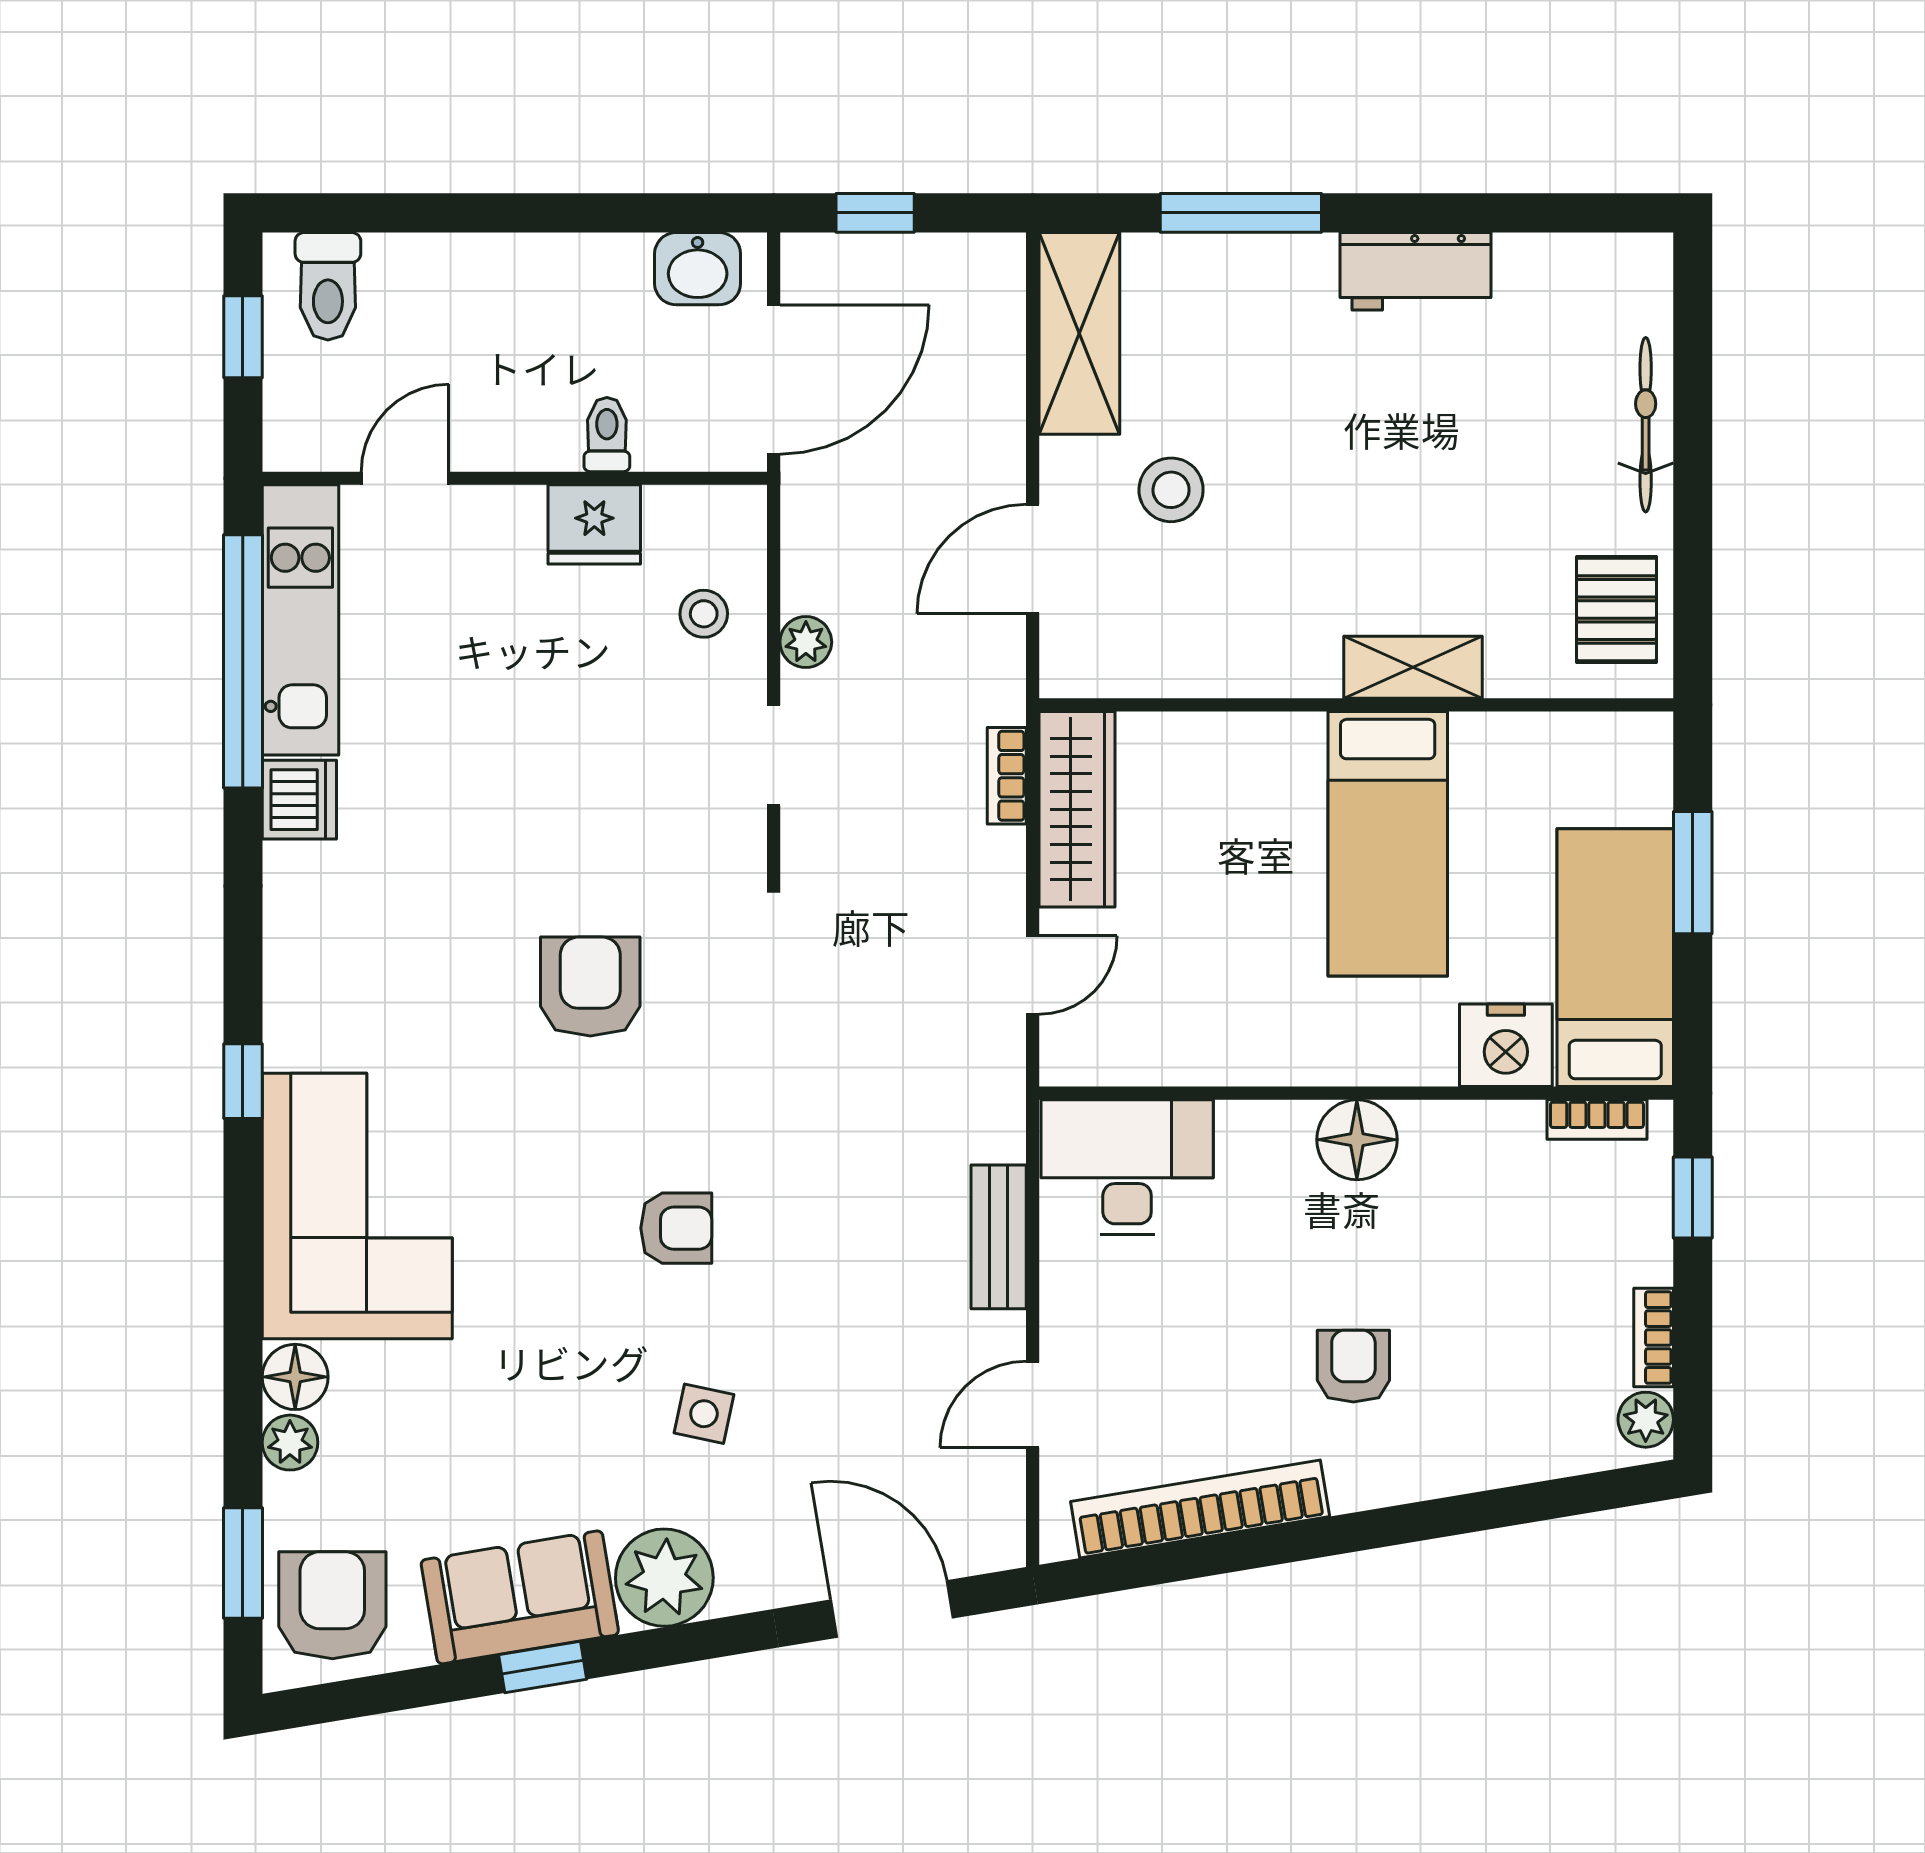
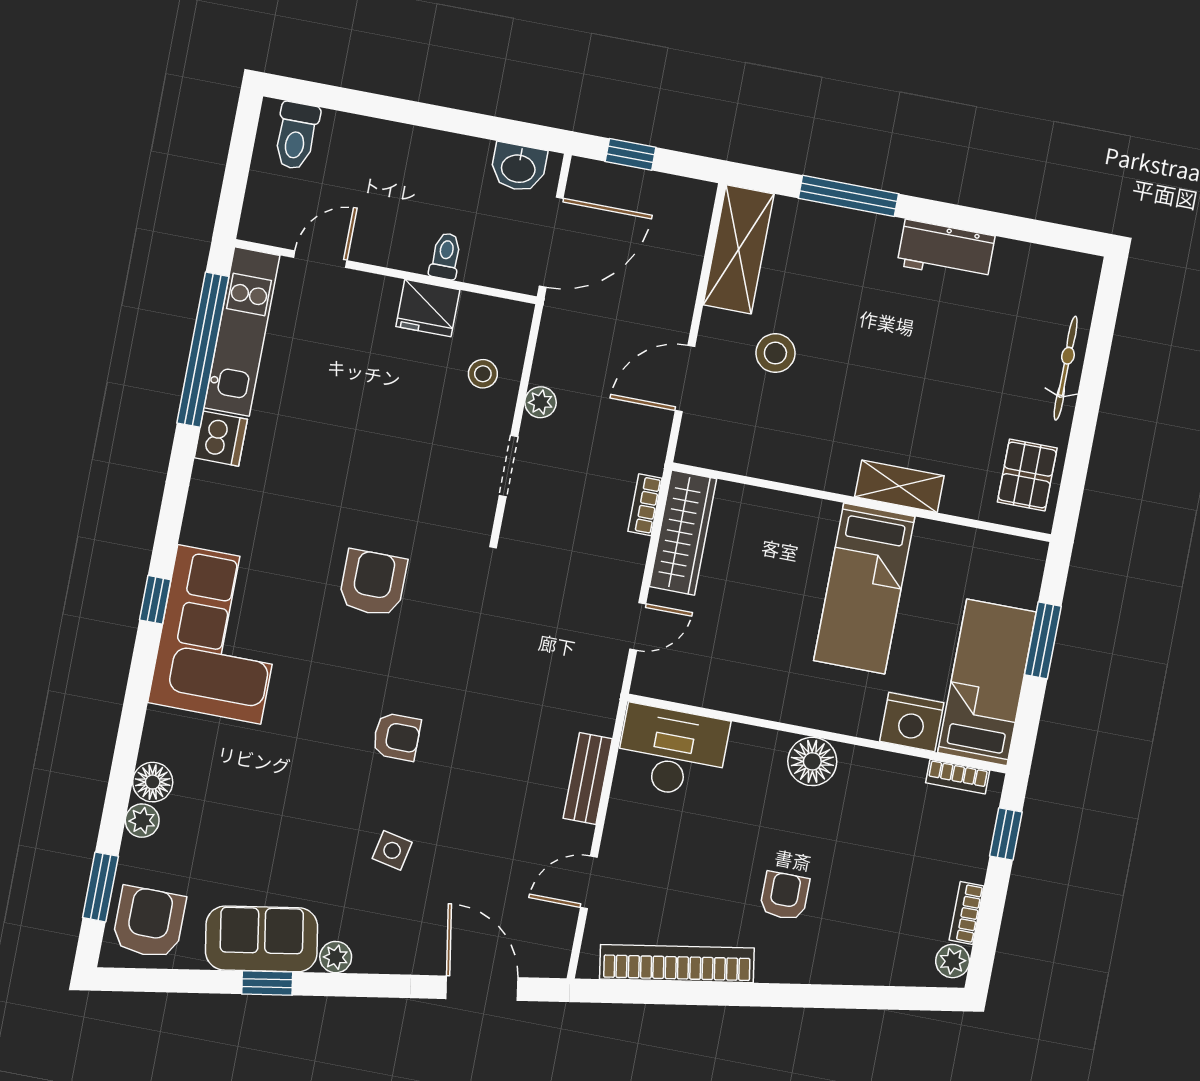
window: (243, 337) -> (240, 156), removed
corner sofa: (357, 1206) -> (219, 634), moved
plant: (664, 1578) -> (336, 957), width x0.53, depth x0.53

